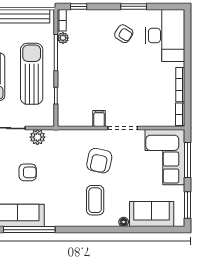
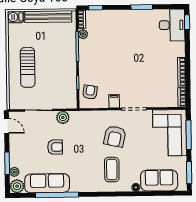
window: (188, 25) -> (187, 22), added
armchair: (124, 34) -> (90, 92), moved, turned -113
desk: (165, 36) -> (172, 25), width x0.73, depth x0.77
sun lounger: (32, 74) -> (57, 65), removed

